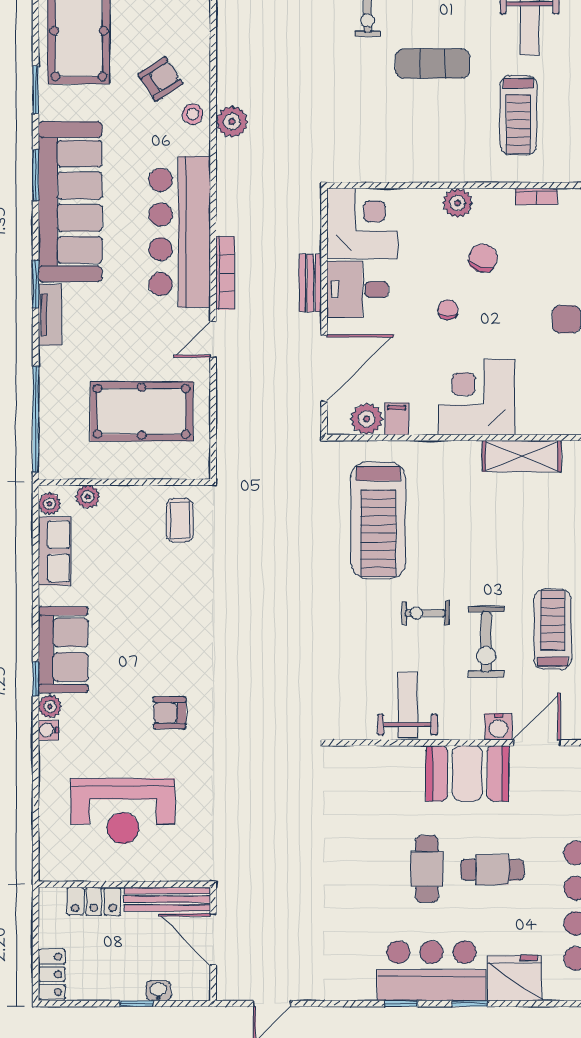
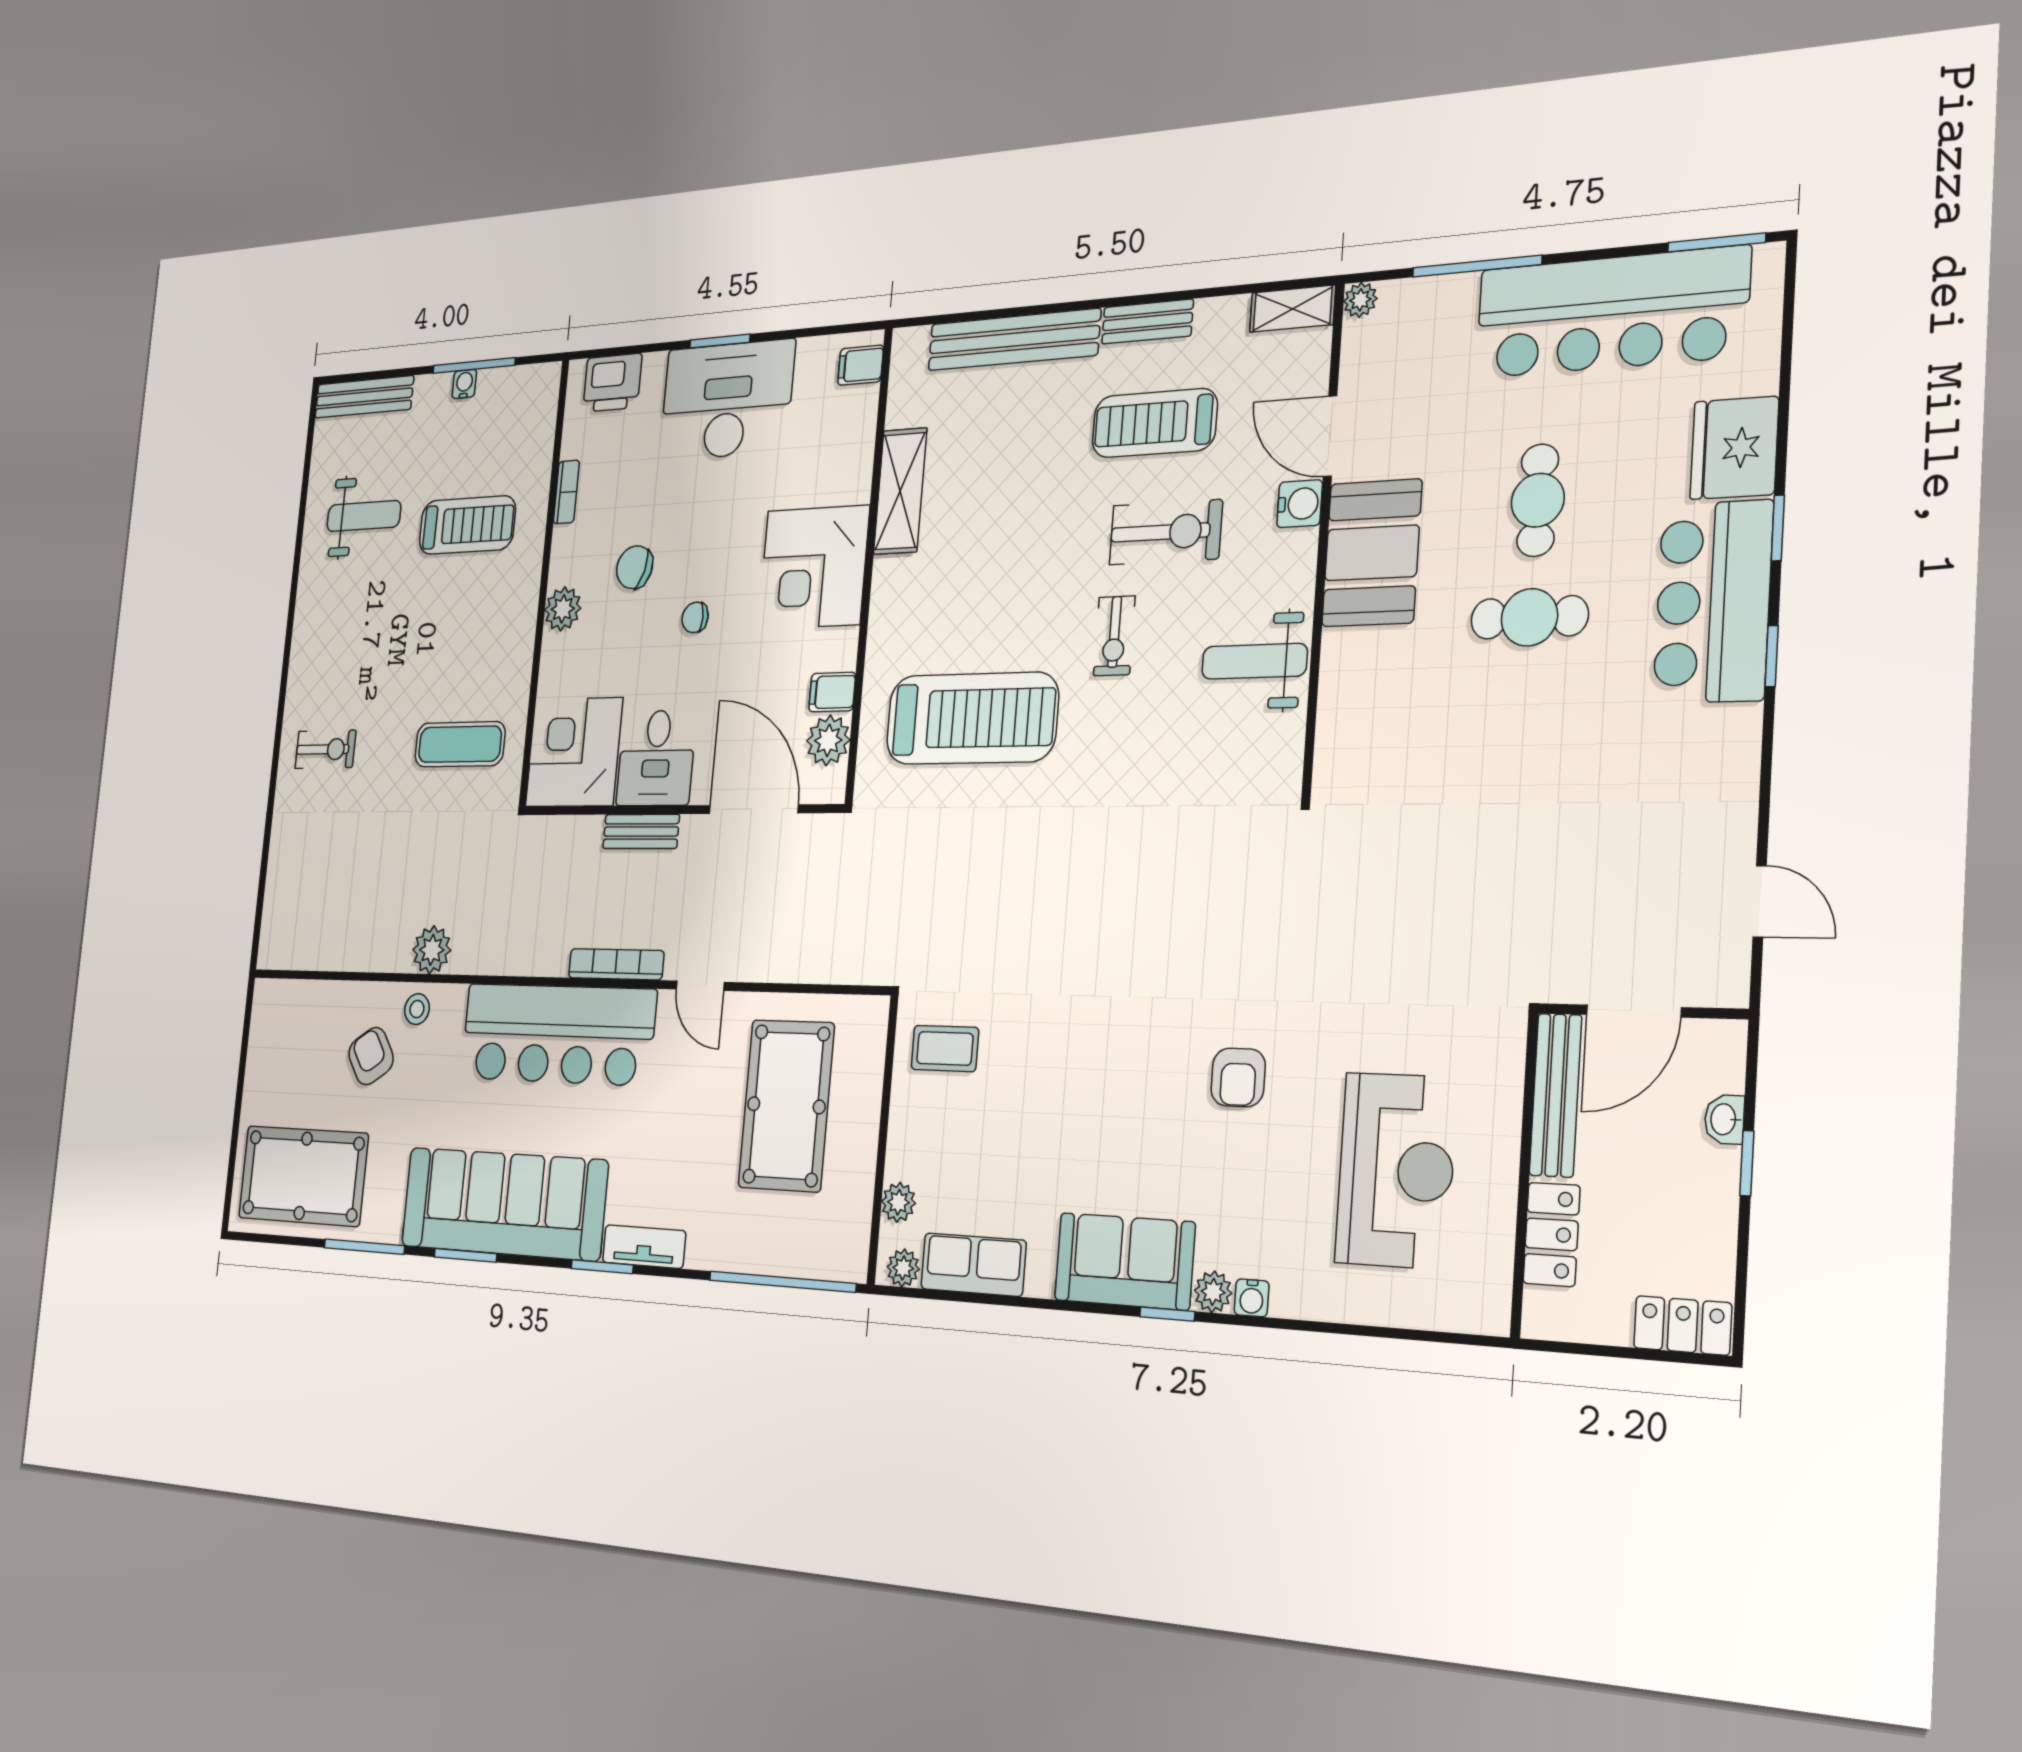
exercise mat: (432, 64) -> (460, 744), moved, turned 90
window: (36, 90) -> (364, 1247), width x1.44

